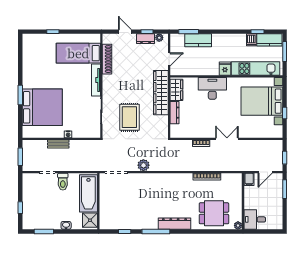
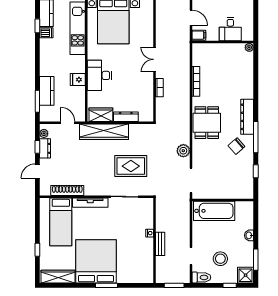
wardrobe: (28, 51) -> (58, 277), added
fridge: (225, 69) -> (78, 80), moved
bed: (42, 107) -> (96, 261), moved
toilet: (63, 182) -> (201, 277), moved
stool: (45, 199) -> (220, 259), added
dining table: (214, 213) -> (207, 123), moved
chair: (148, 214) -> (236, 146), added
desk: (255, 219) -> (230, 29), moved
shower: (90, 220) -> (246, 275), moved

